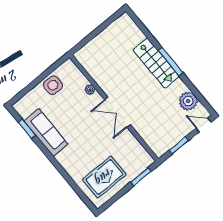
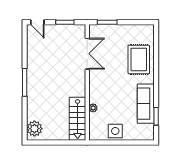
stairs: (156, 63) -> (78, 119), moved, turned 180
plant: (188, 101) -> (34, 129), moved
double door: (117, 112) -> (87, 54), moved
rug: (104, 177) -> (139, 59), moved, turned 90

